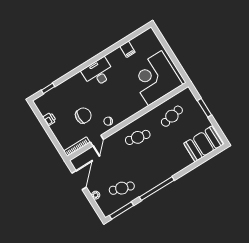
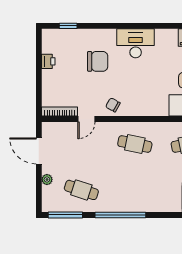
chair: (83, 116) -> (98, 61), moved
door: (79, 180) -> (39, 151), swing flipped

